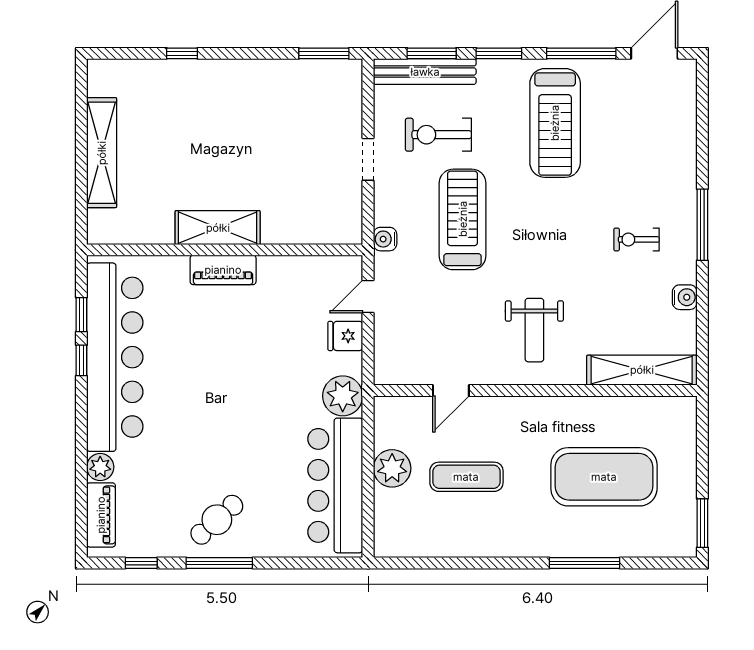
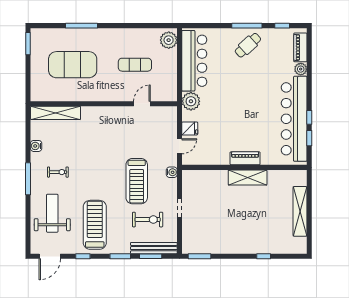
window: (581, 53) -> (83, 256), width x0.46
weight bench: (534, 330) -> (52, 213), moved, width x1.36, depth x1.33
plant: (392, 468) -> (169, 40), moved

